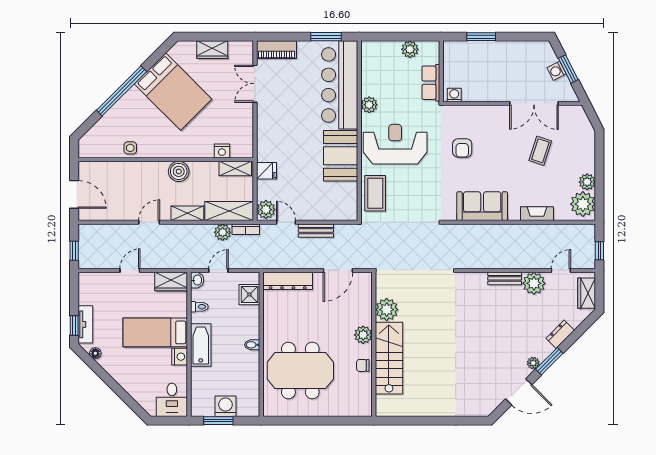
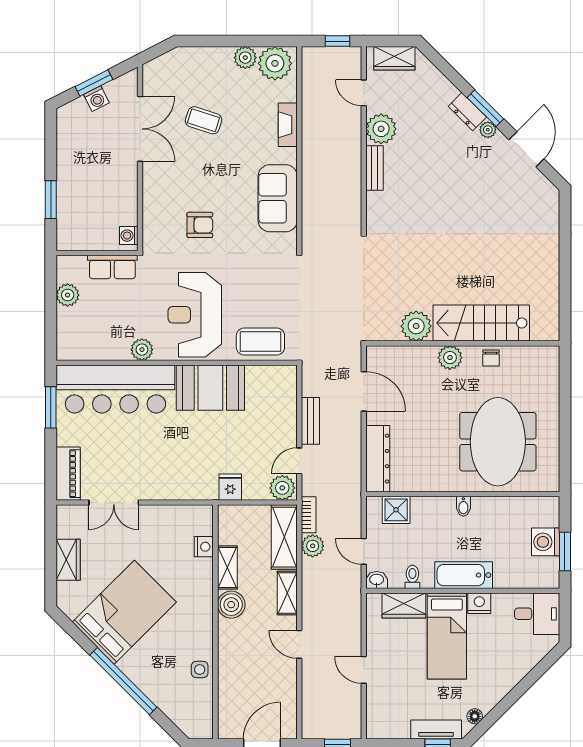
shelving: (235, 169) -> (227, 568), moved
wardrobe: (171, 281) -> (404, 606), moved, turned 90
dresser: (560, 334) -> (467, 112), moved

